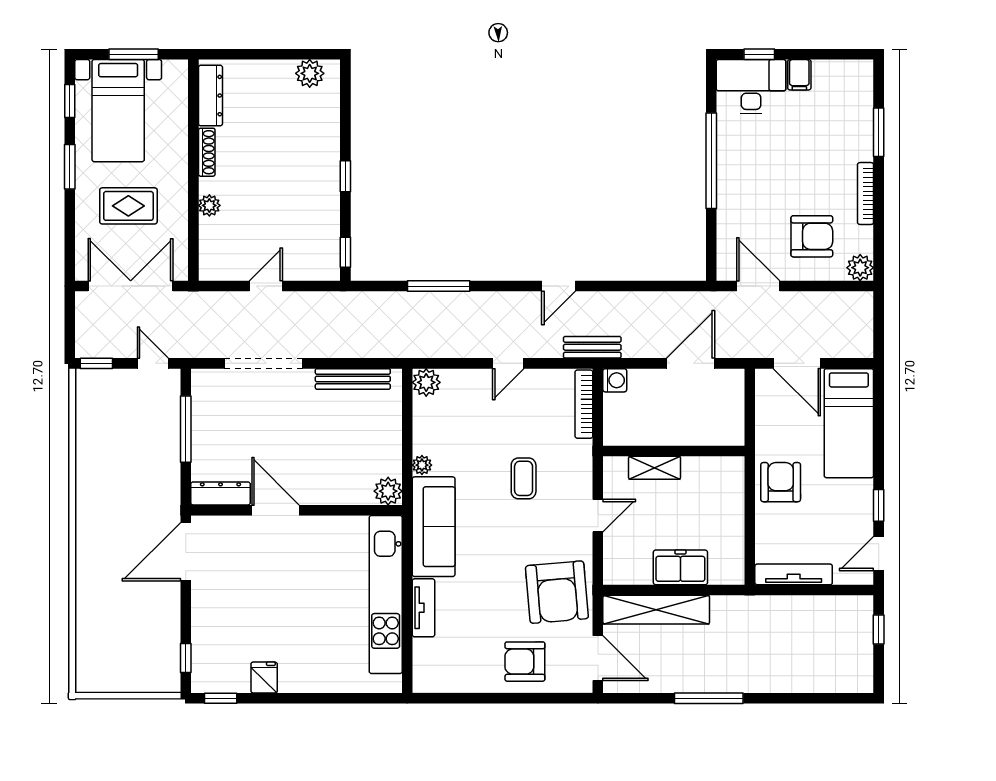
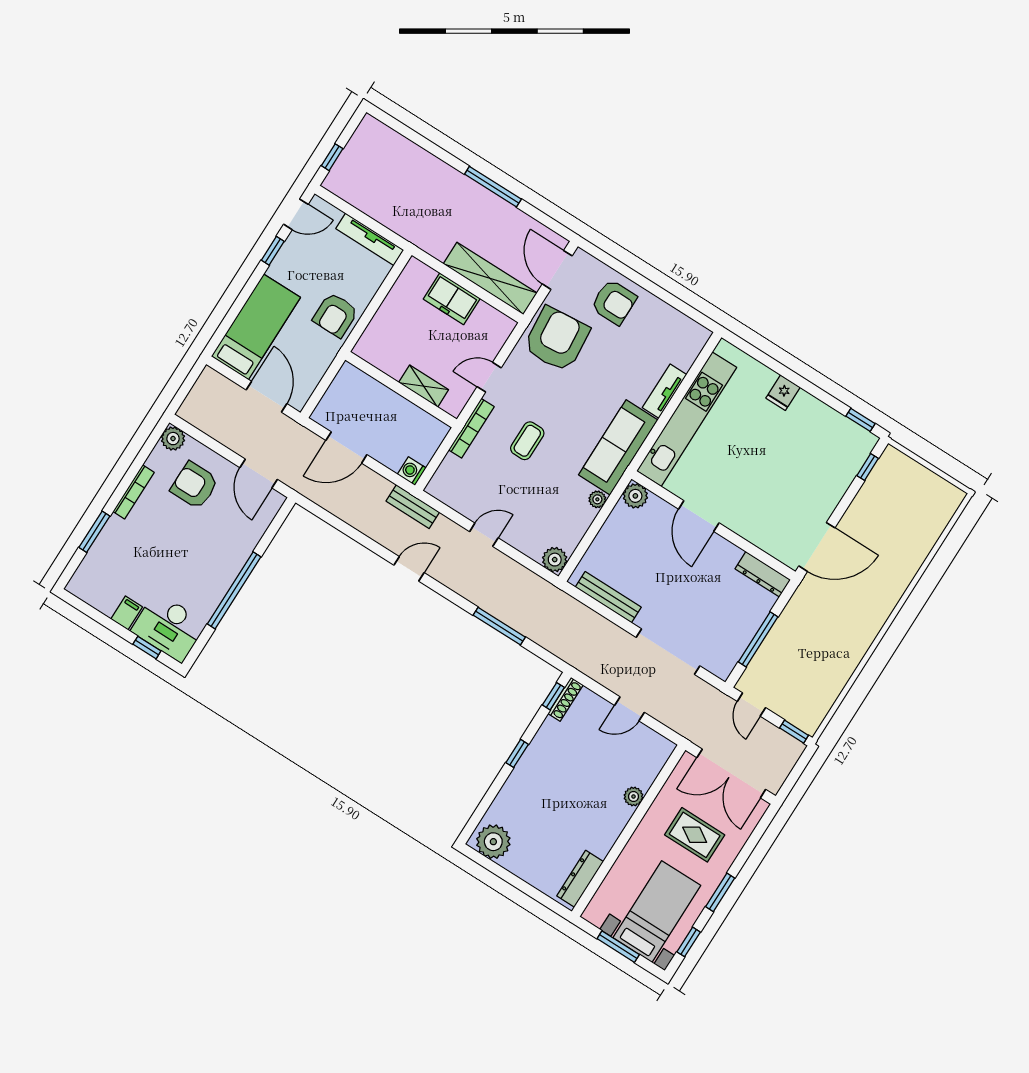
plant: (310, 73) -> (493, 842), width x1.36, depth x1.36
shoe rack: (207, 152) -> (566, 699), moved, turned 180
bookcase: (584, 404) -> (471, 428), moved
door: (276, 510) -> (699, 516), moved
fridge: (264, 678) -> (783, 393), moved

